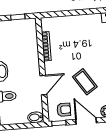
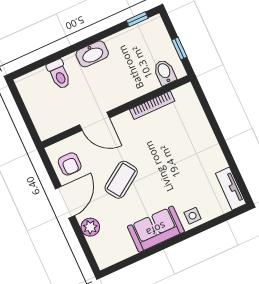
bidet: (36, 117) -> (165, 72), moved
window: (59, 123) -> (48, 164), removed

